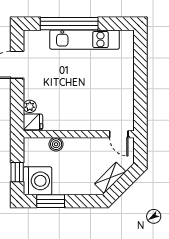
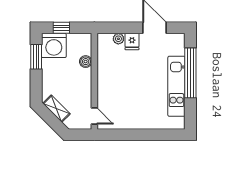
fridge: (33, 122) -> (132, 42), moved
door: (119, 134) -> (94, 116), swing flipped

